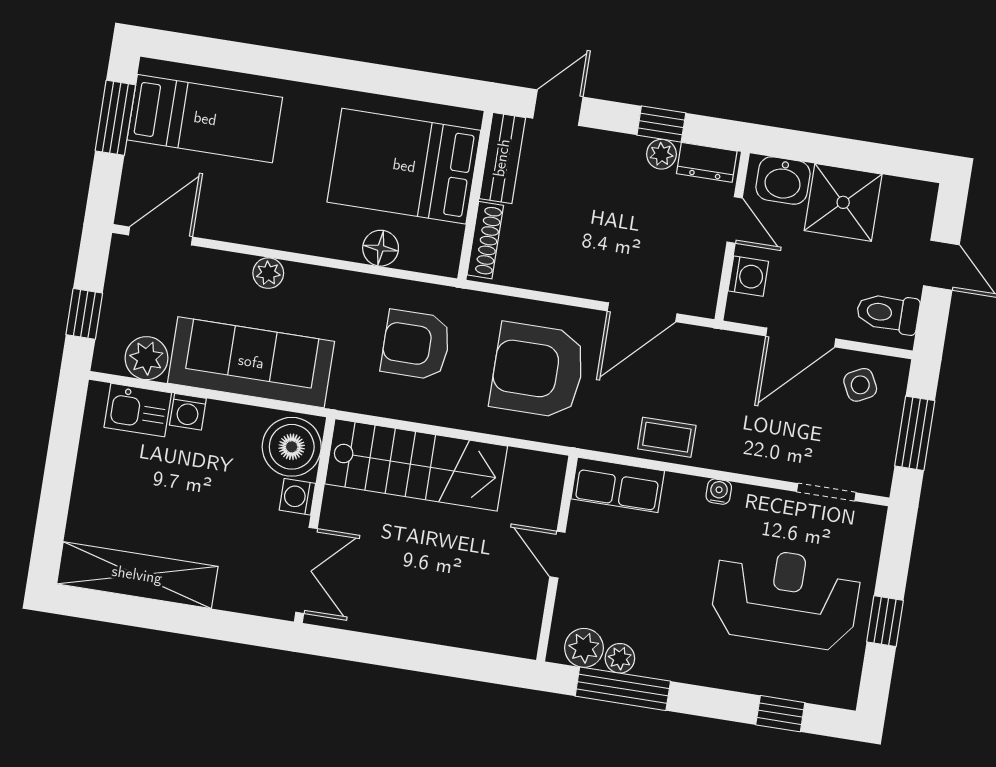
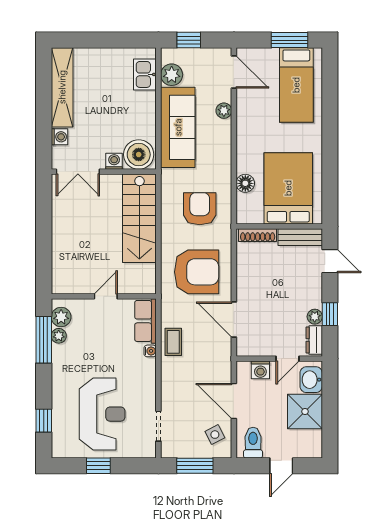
plant: (268, 273) -> (224, 111), moved
armchair: (538, 370) -> (197, 272), turned 90
washing machine: (188, 412) -> (59, 137), moved, turned 180
water cooler: (719, 492) -> (150, 351), moved

